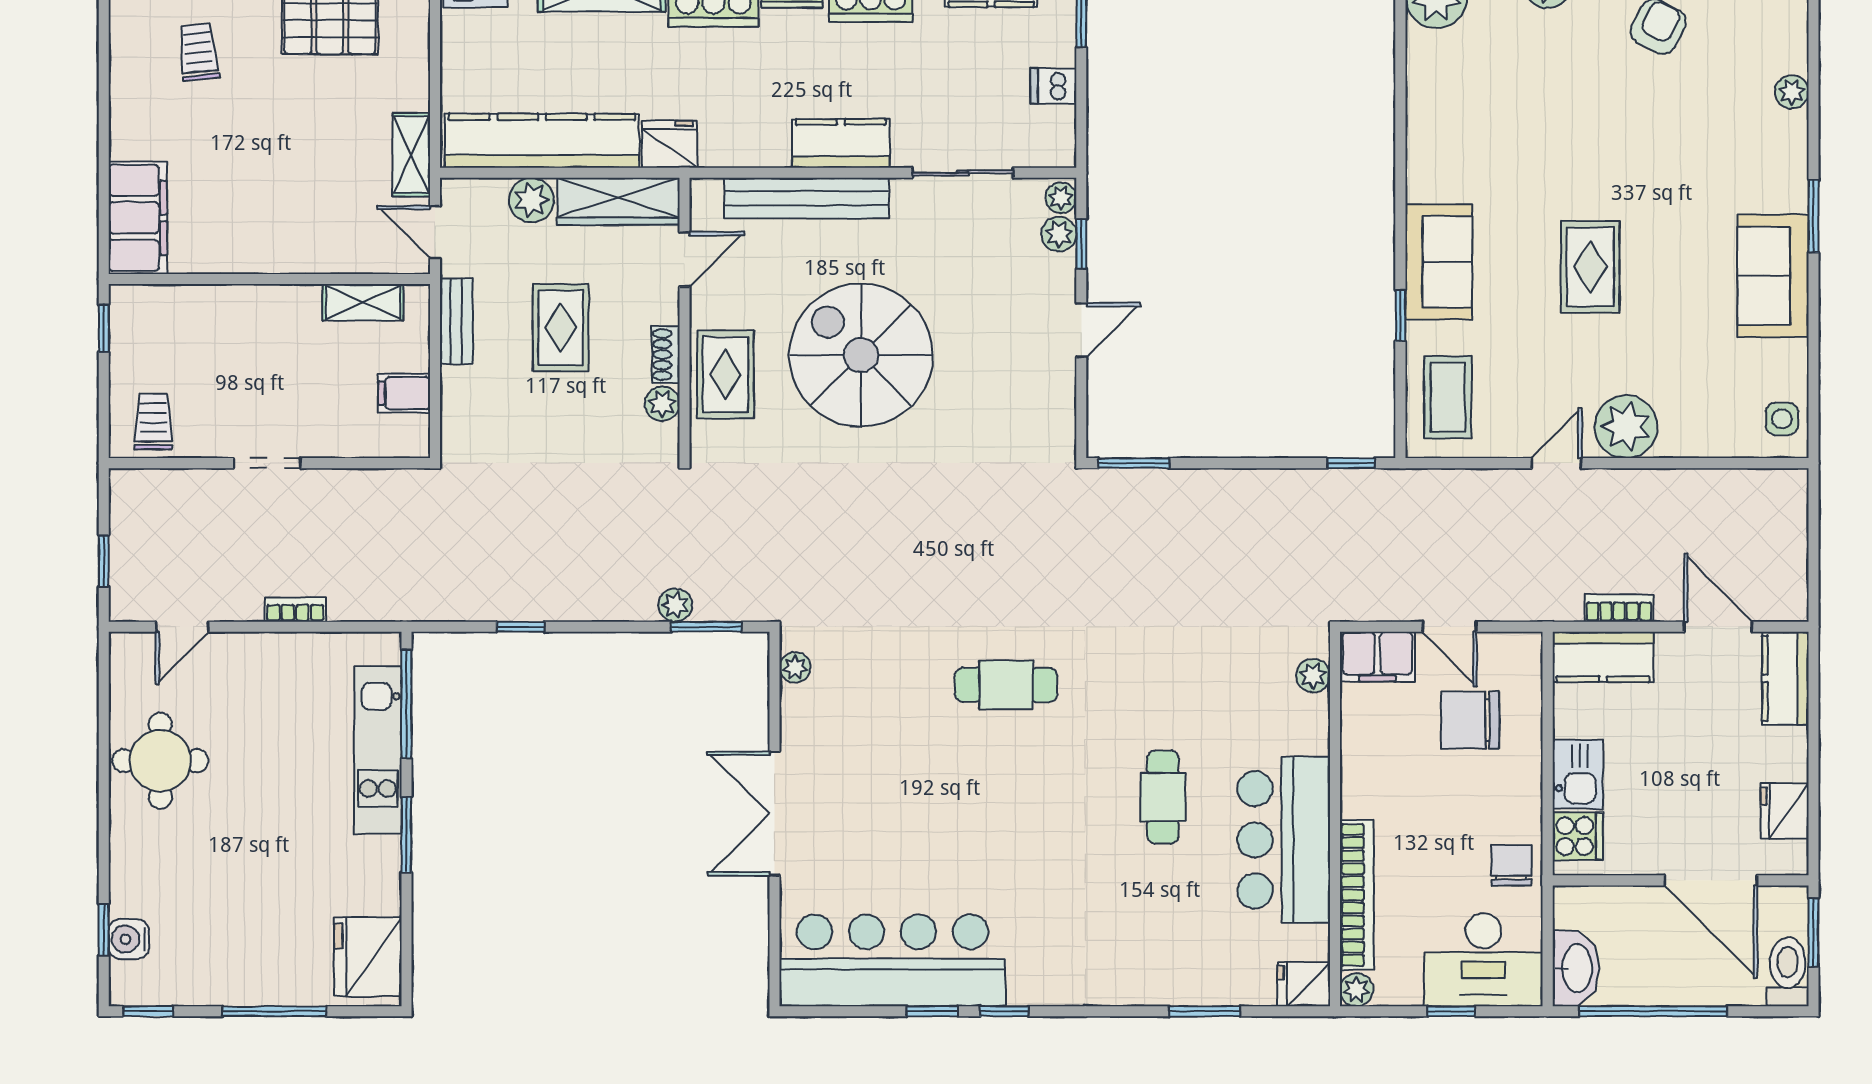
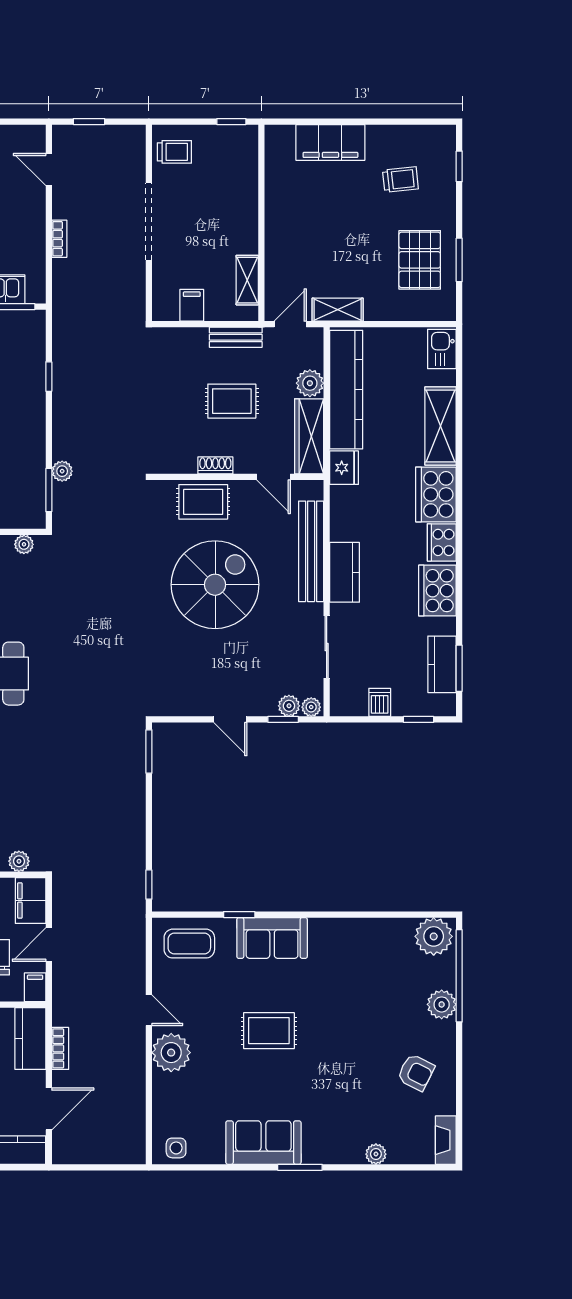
filing cabinet: (138, 218) -> (330, 142), moved
plant: (662, 404) -> (185, 463), removed
doorway: (267, 463) -> (149, 222), width x1.88
filing cabinet: (1519, 649) -> (35, 987), added

